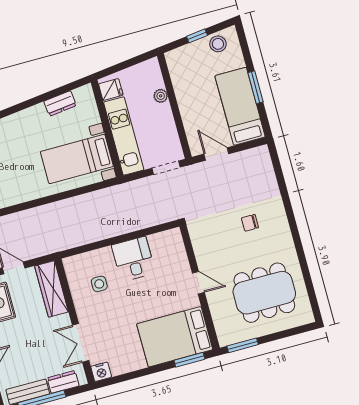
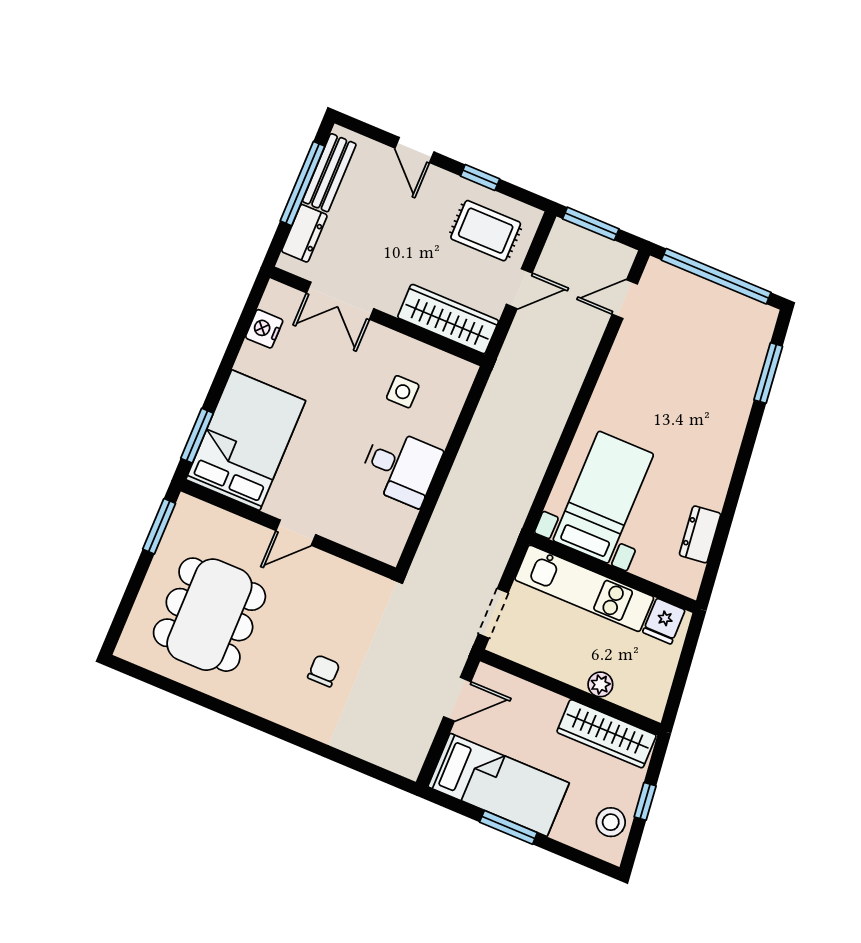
wardrobe: (180, 76) -> (607, 734), added
double door: (81, 343) -> (340, 301), swing flipped
nightstand: (101, 372) -> (264, 329), moved

